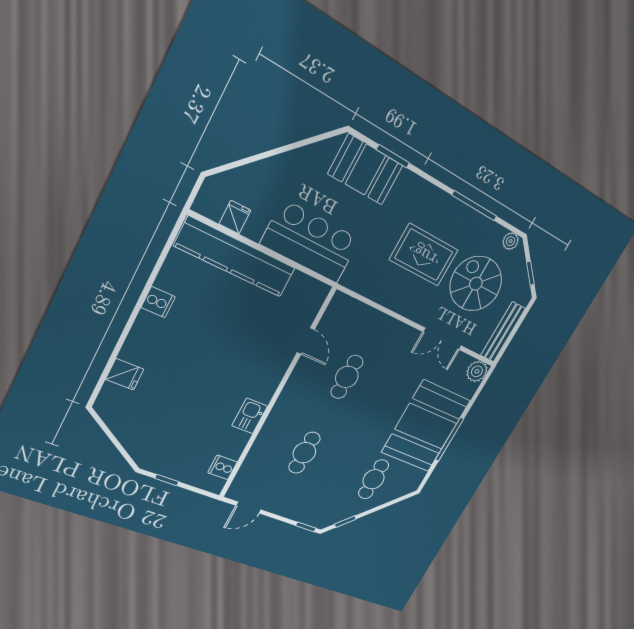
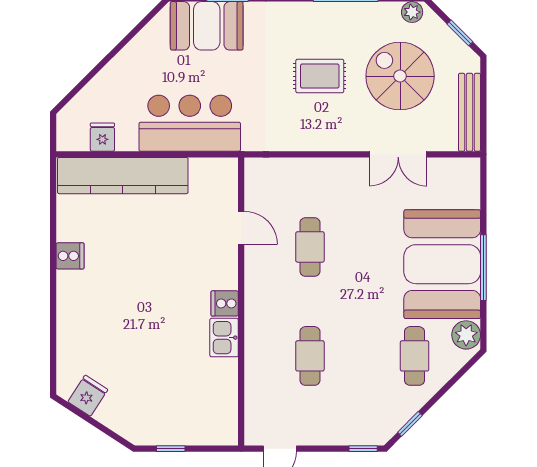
rug: (424, 255) -> (320, 76), width x0.73, depth x0.70
plant: (477, 371) -> (466, 335), moved
fridge: (125, 374) -> (88, 396), moved, turned -57
cooker: (223, 467) -> (225, 303), moved

